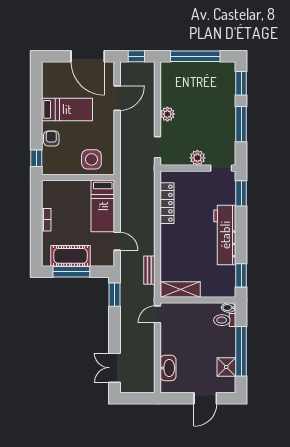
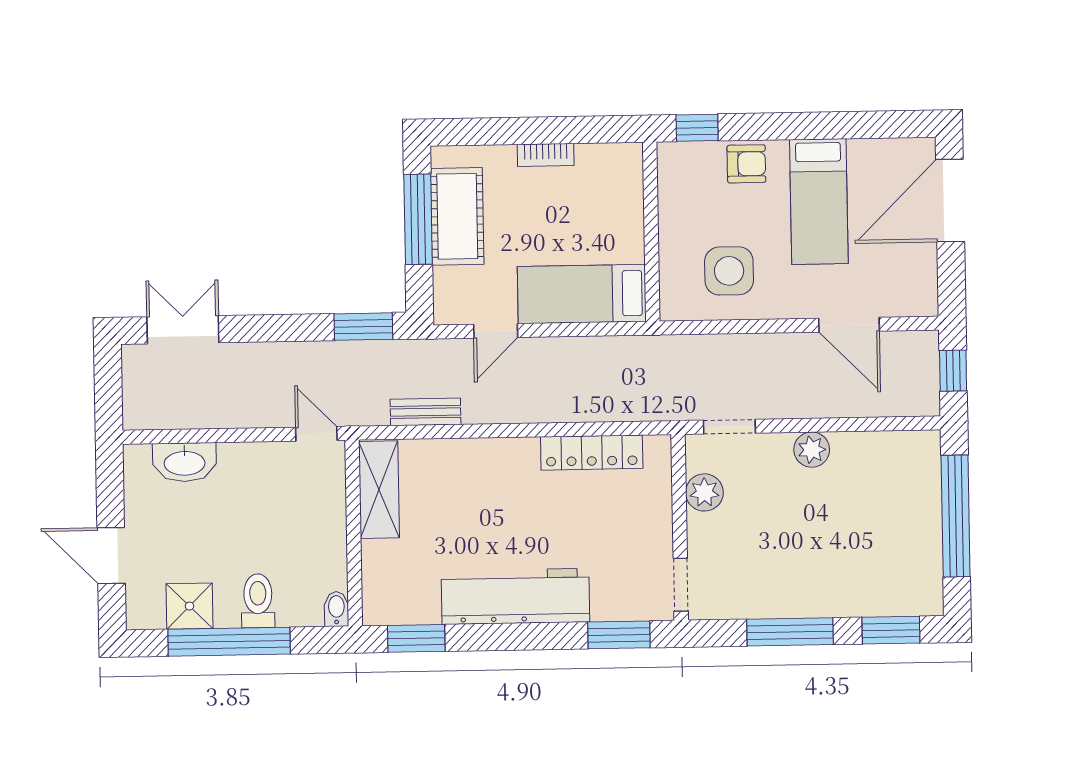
door: (88, 56) -> (950, 201), moved
plant: (197, 158) -> (704, 492), moved
side table: (91, 159) -> (729, 271), moved
toilet: (225, 320) -> (258, 601), moved

